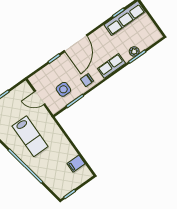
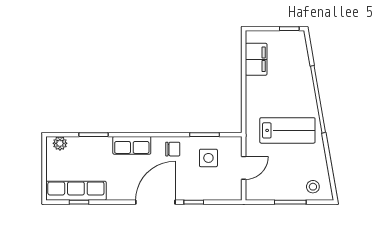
plant: (134, 51) -> (60, 143), moved
door: (40, 98) -> (244, 168), hinge flipped
lab bench: (30, 136) -> (287, 130), turned 90
filing cabinet: (76, 164) -> (256, 59), width x2.00

